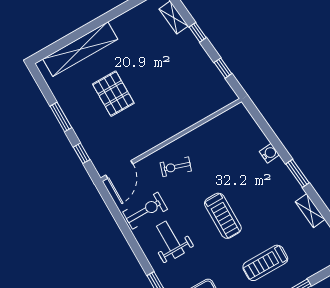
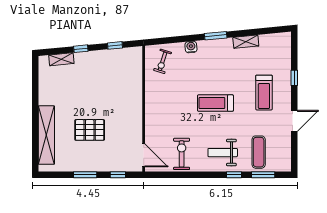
exercise bike: (176, 167) -> (163, 61), moved
treadmill: (223, 216) -> (215, 103), turned 180
weight bench: (170, 240) -> (223, 153), moved

